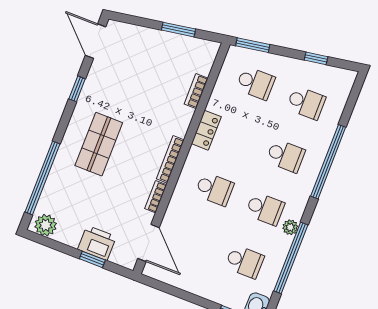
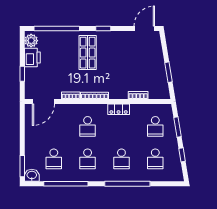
window: (253, 45) -> (177, 127), moved
window: (77, 89) -> (103, 29), moved
shop shelf: (99, 144) -> (88, 53), turned 90
plant: (290, 227) -> (83, 177), removed
printer: (97, 243) -> (32, 58), moved

